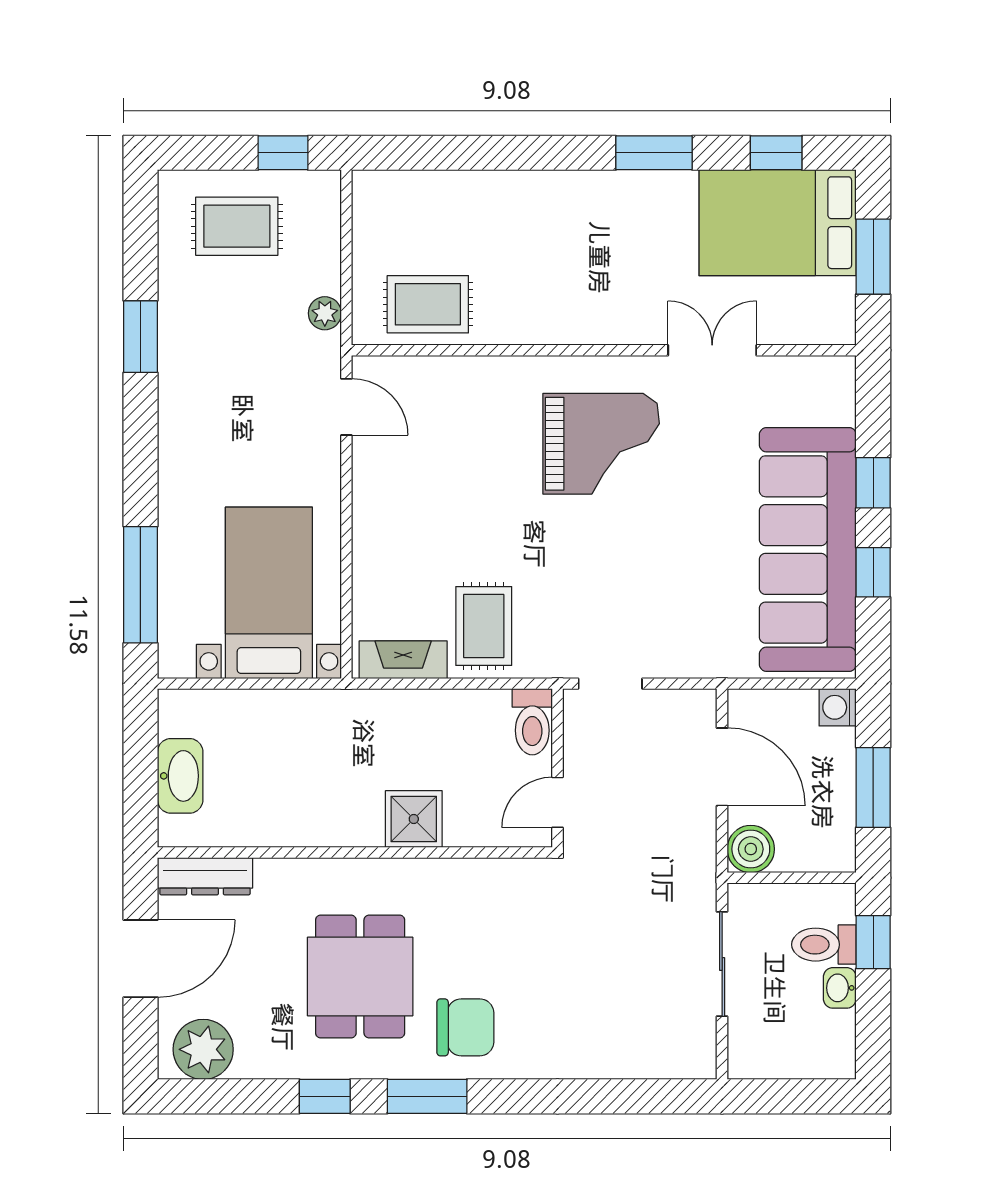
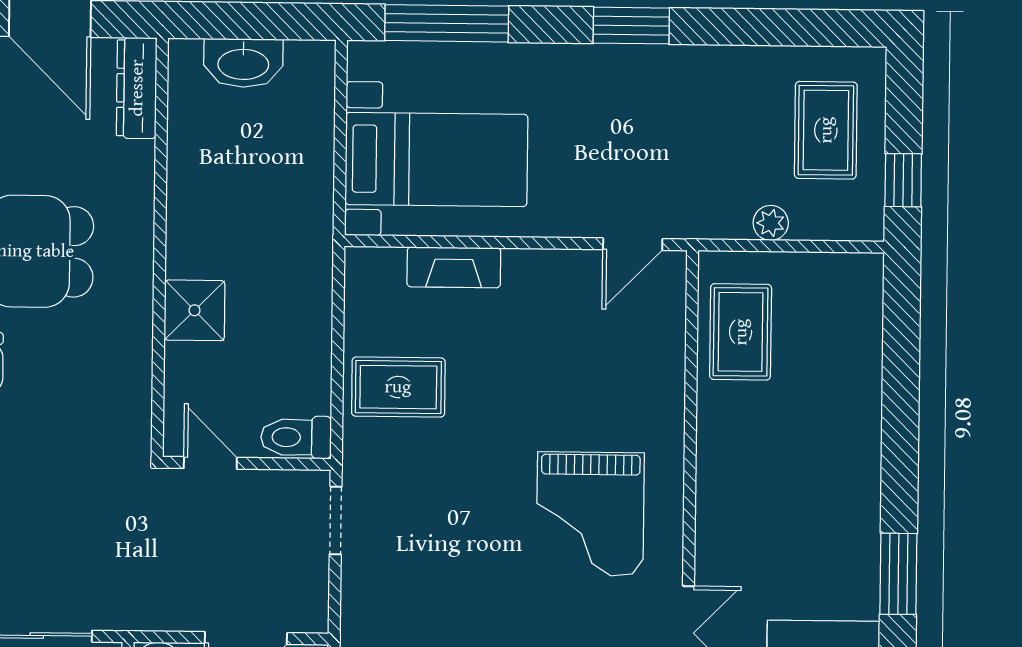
plant: (325, 313) -> (771, 223), moved
window: (140, 337) -> (631, 26), moved
fireplace: (403, 660) -> (454, 267), moved, turned 90

